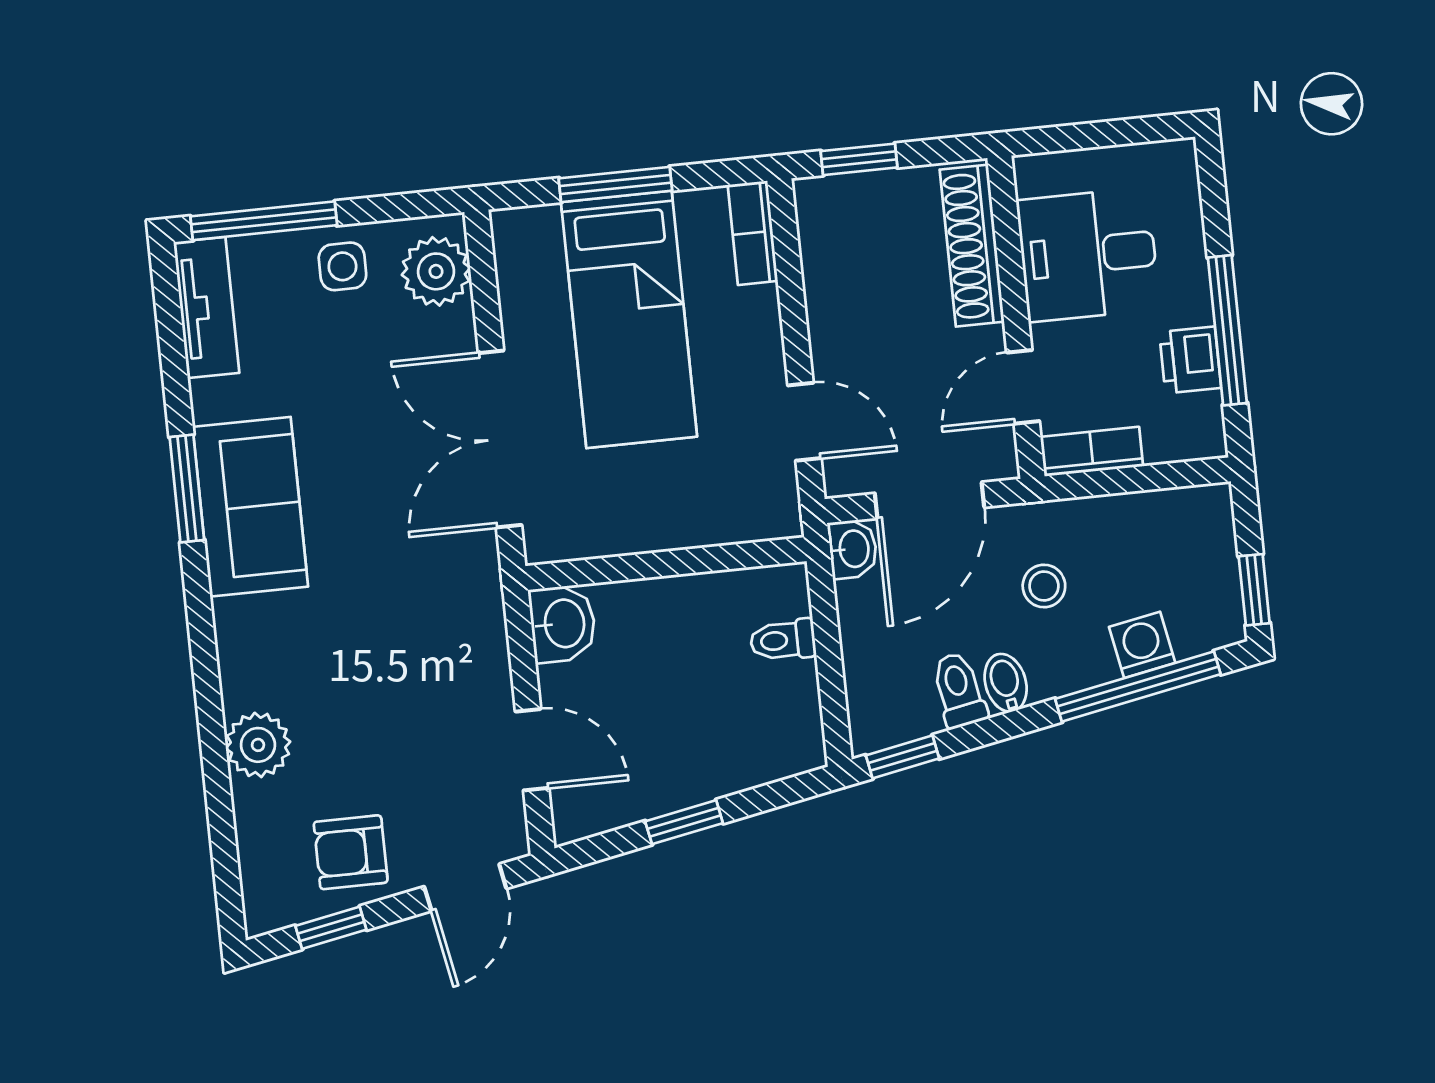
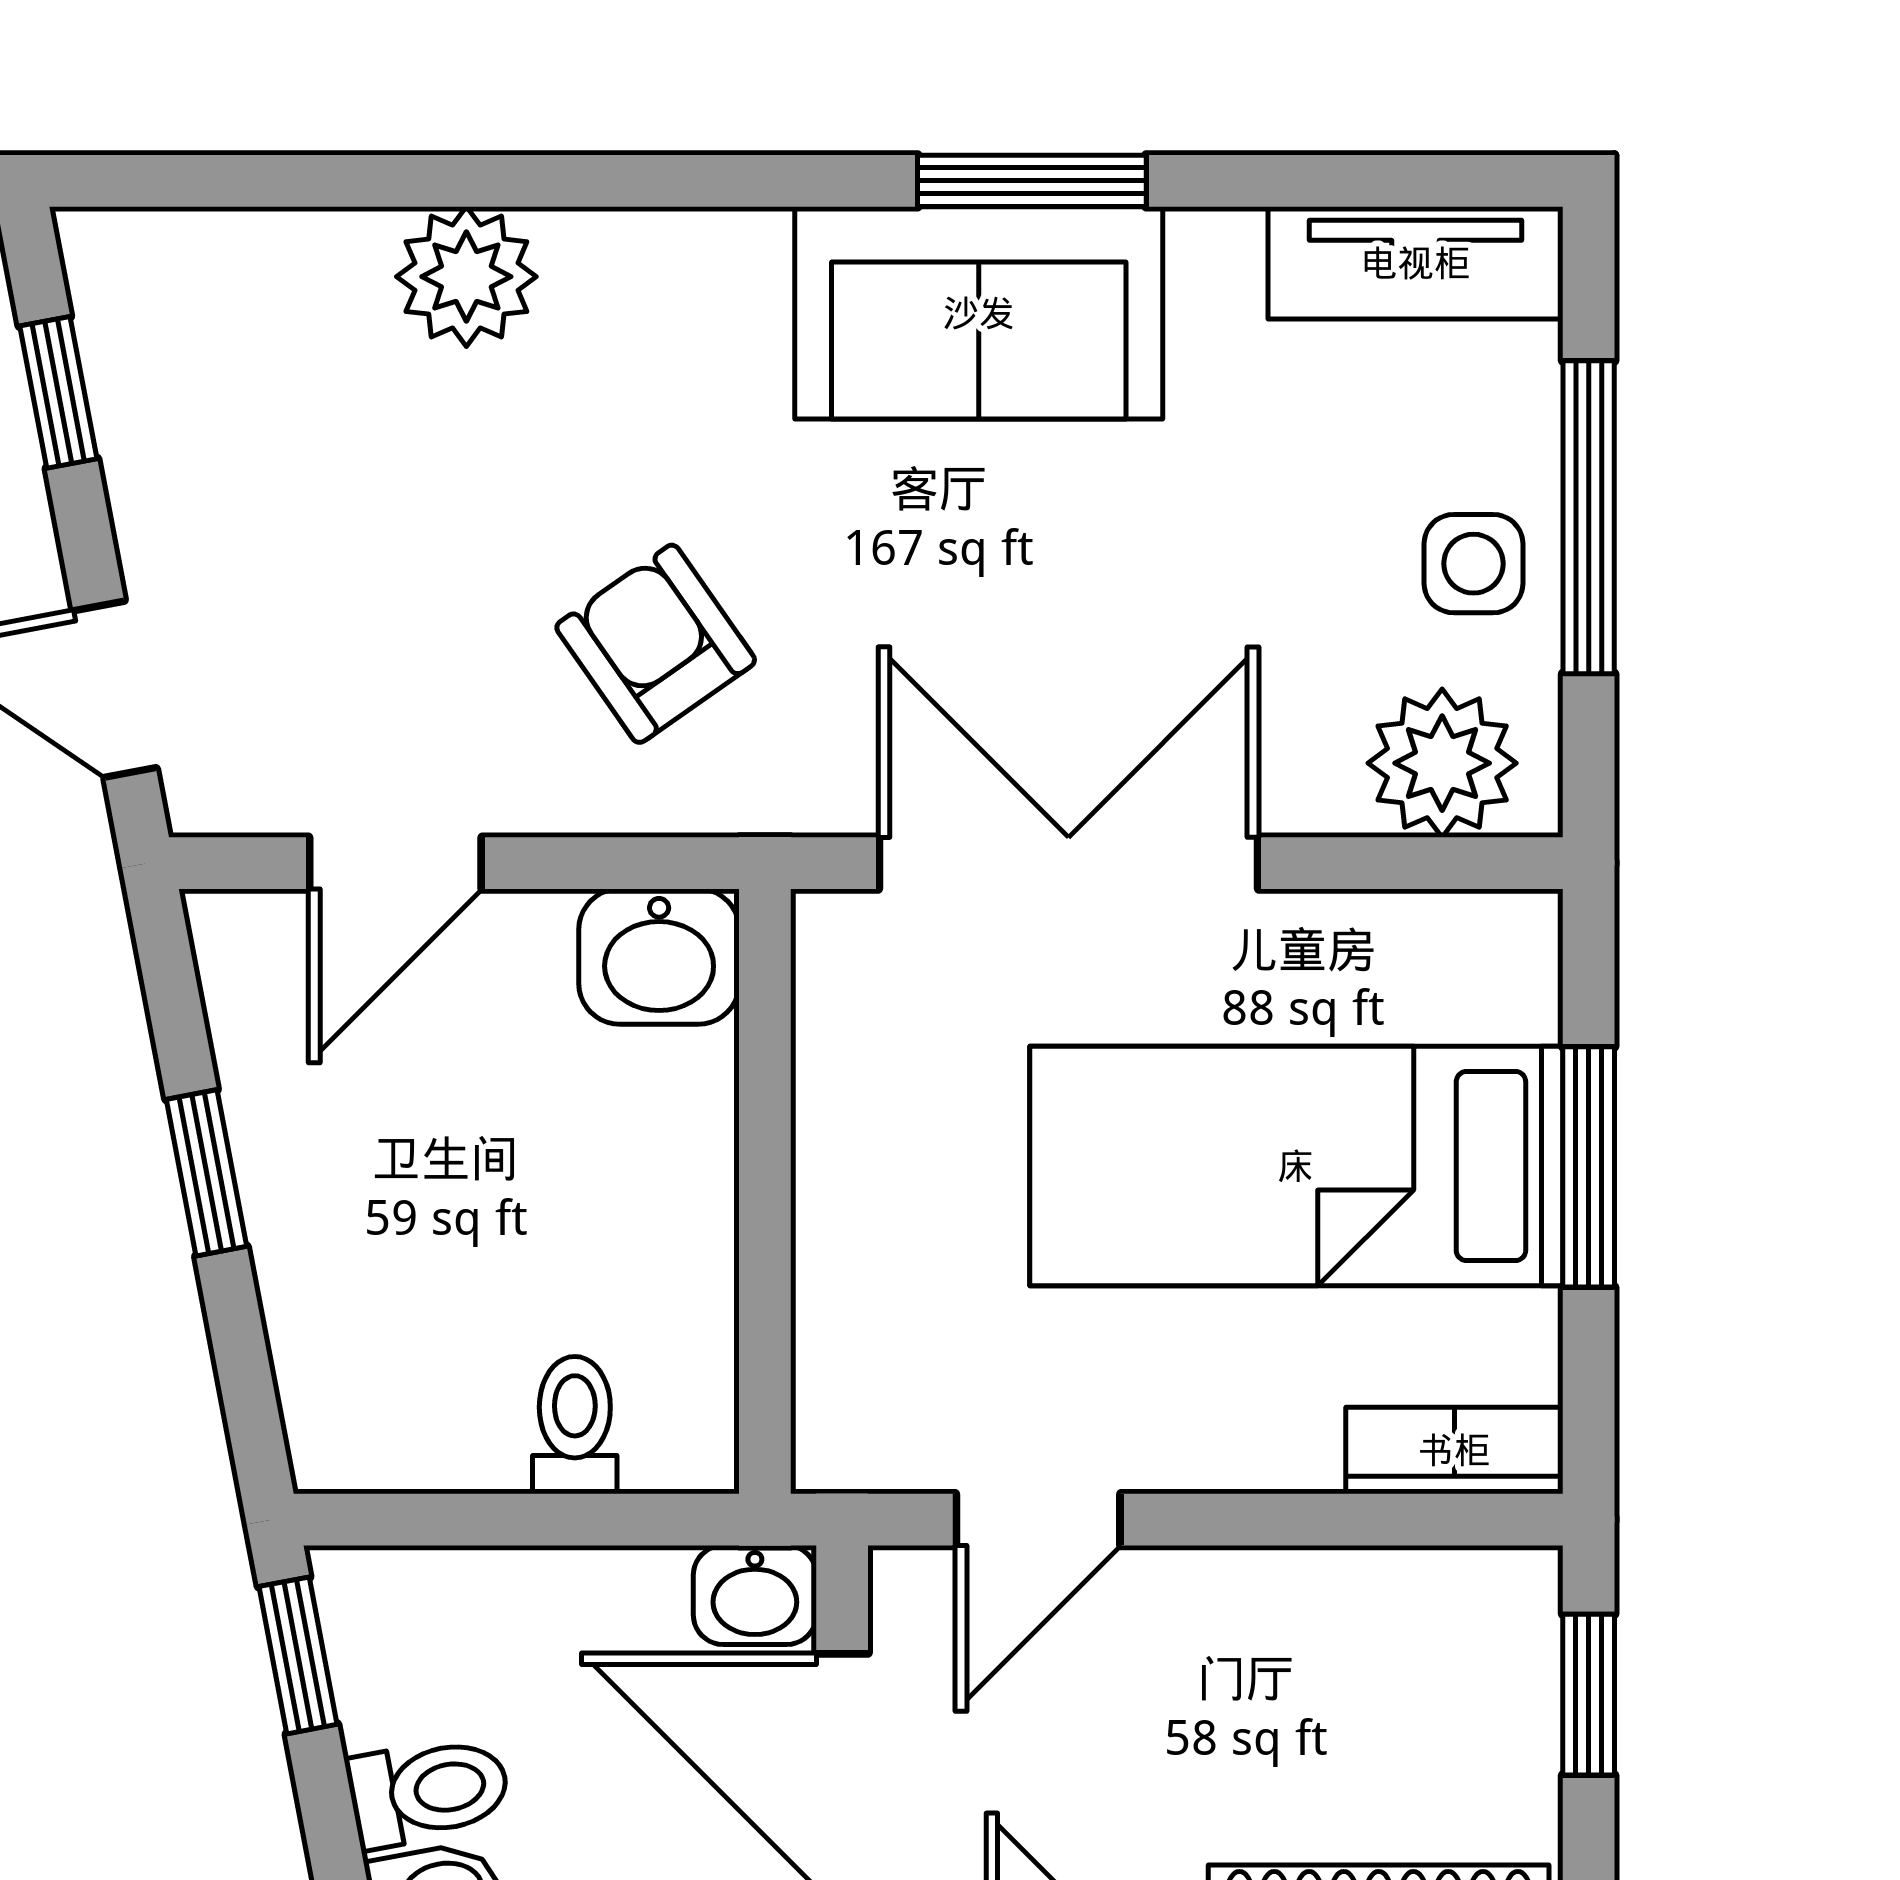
window: (264, 221) -> (1589, 517), moved
armchair: (351, 852) -> (656, 644), moved, turned -35

